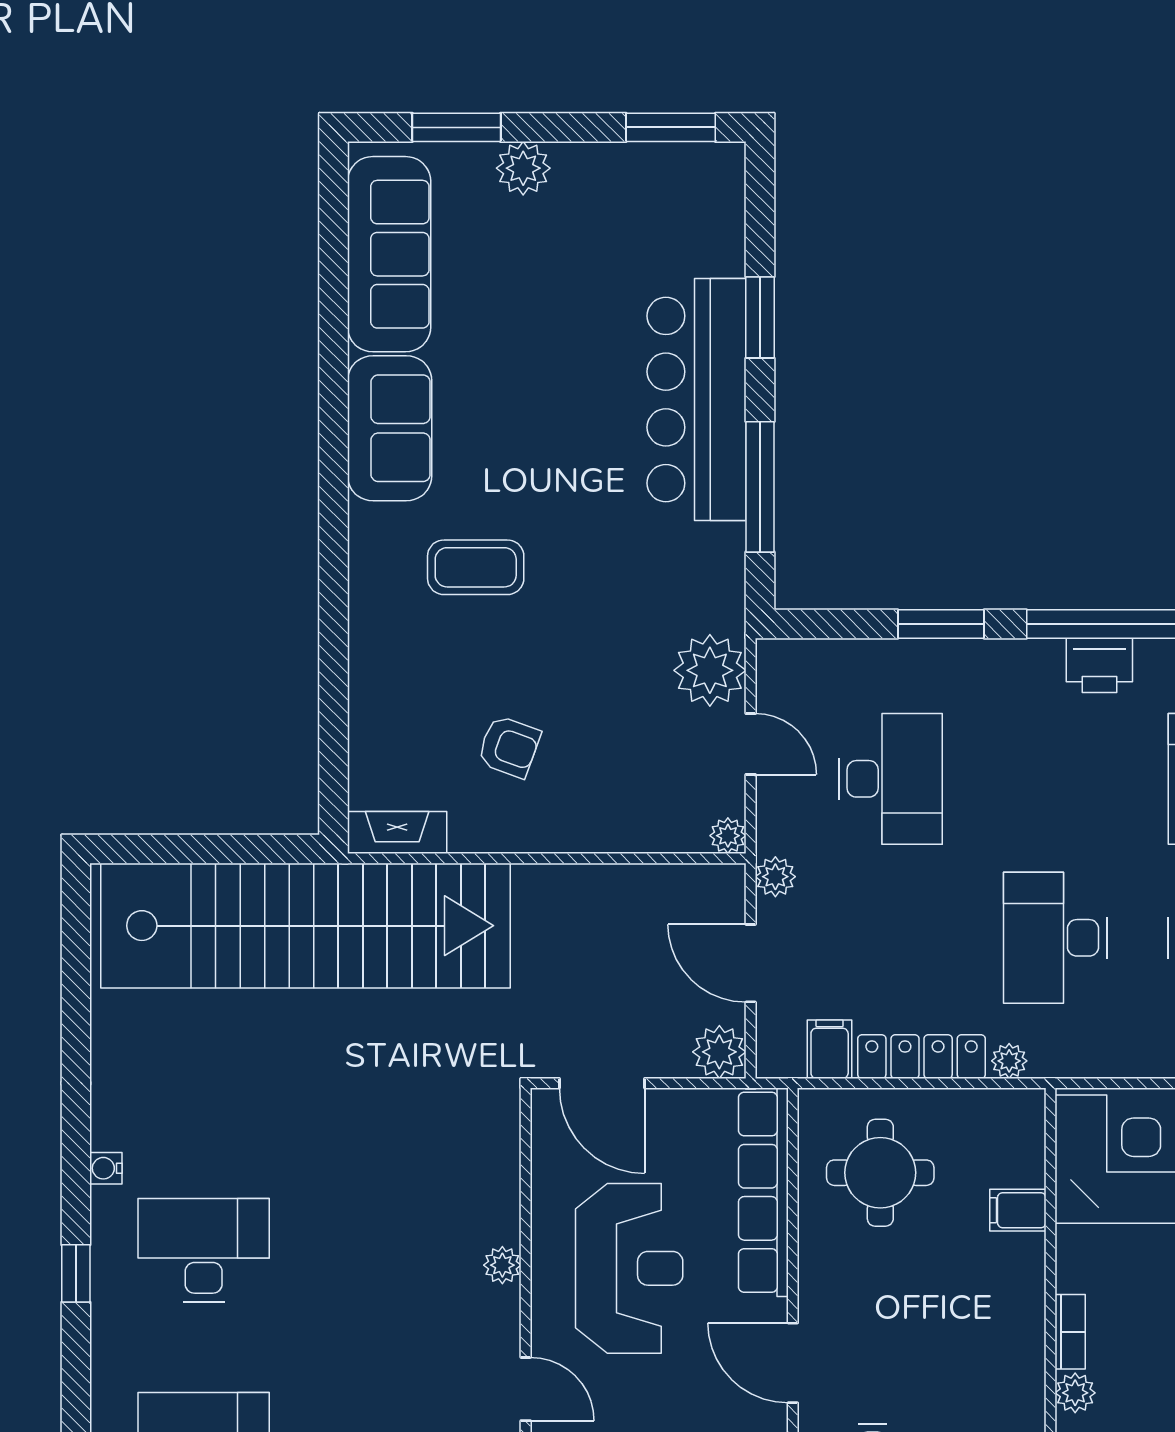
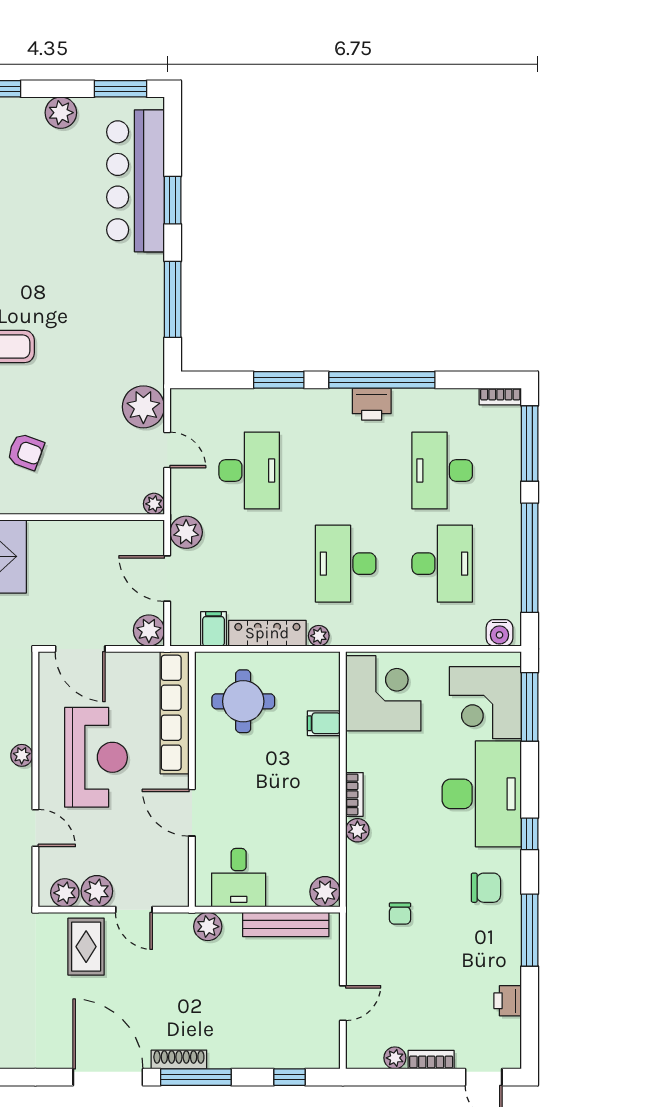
plant: (523, 168) -> (61, 113), moved
bar counter: (697, 400) -> (136, 181), moved
plant: (775, 877) -> (186, 532), width x1.38, depth x1.38

